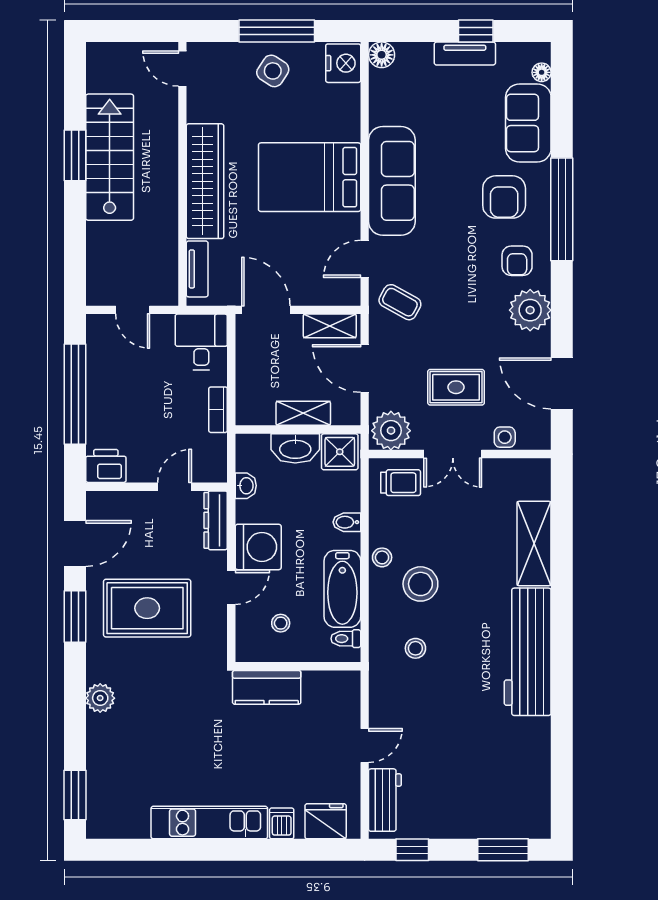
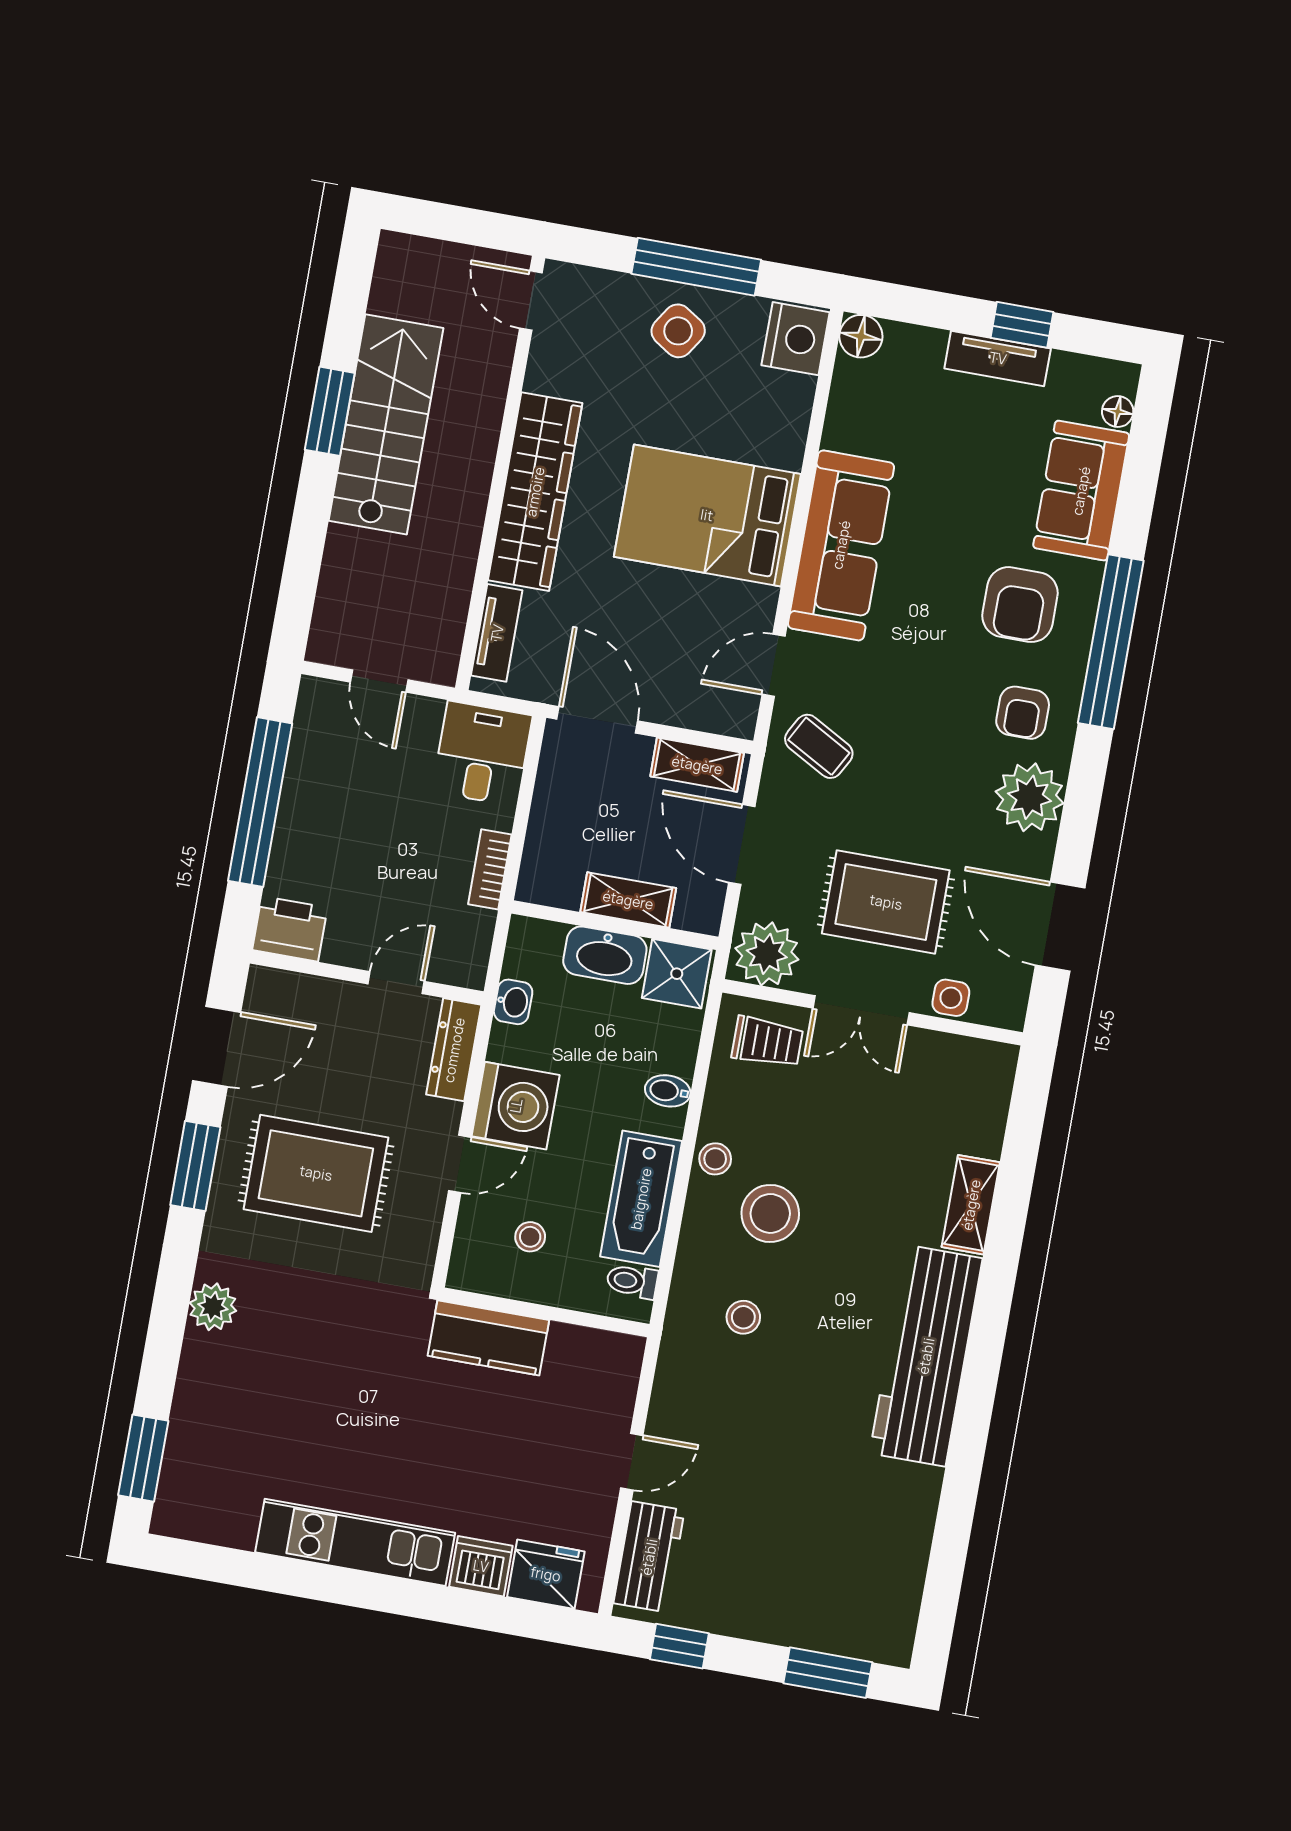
rug: (456, 387) -> (886, 902), width x1.36, depth x1.43
shelving: (534, 543) -> (971, 1205), width x0.67, depth x0.75
dishwasher: (282, 823) -> (481, 1566), width x1.38

